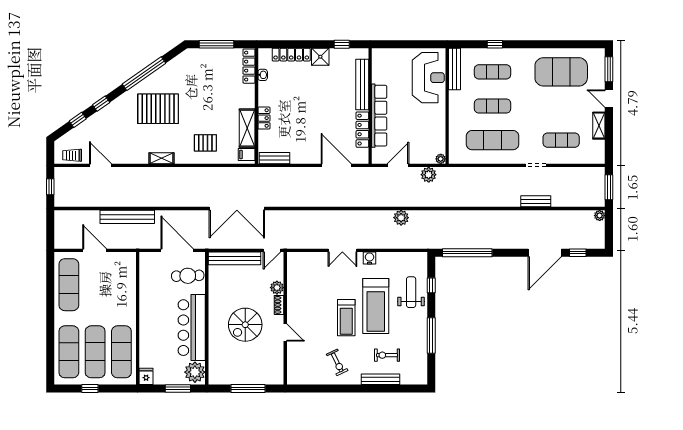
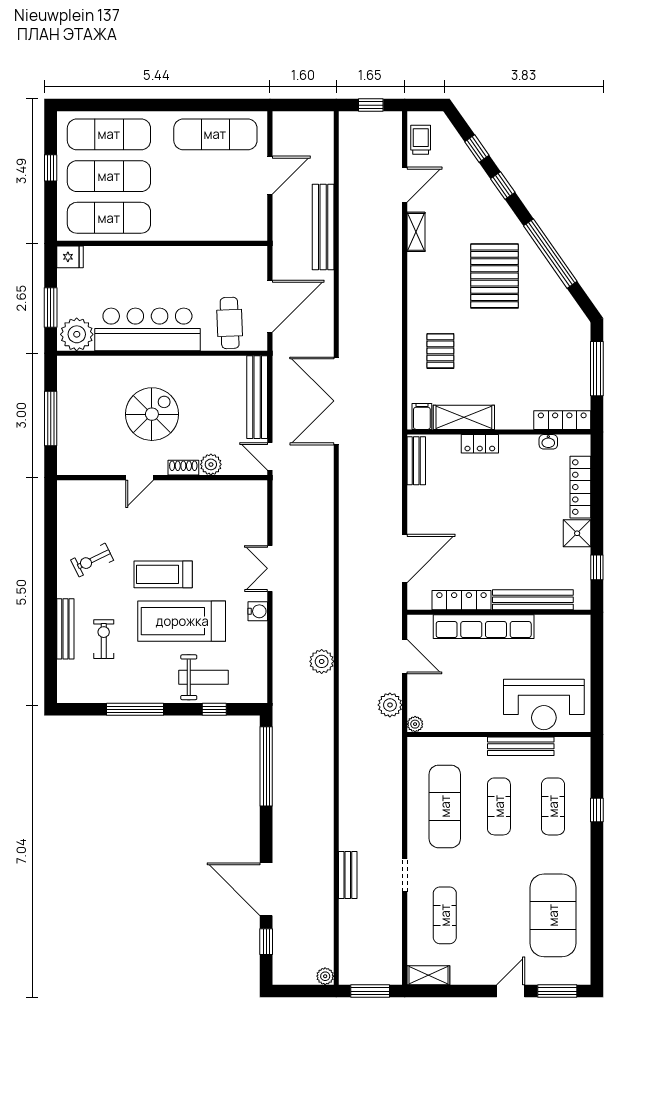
bench: (455, 69) -> (521, 746), moved
shelving: (599, 126) -> (428, 975), moved
shelving: (162, 158) -> (416, 232), moved
spiral stairs: (245, 325) -> (152, 414), turned 90

